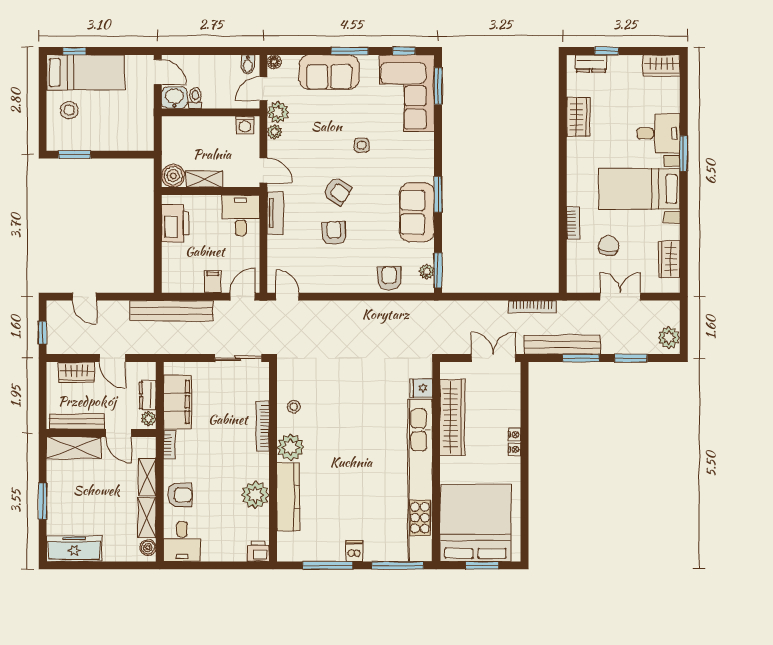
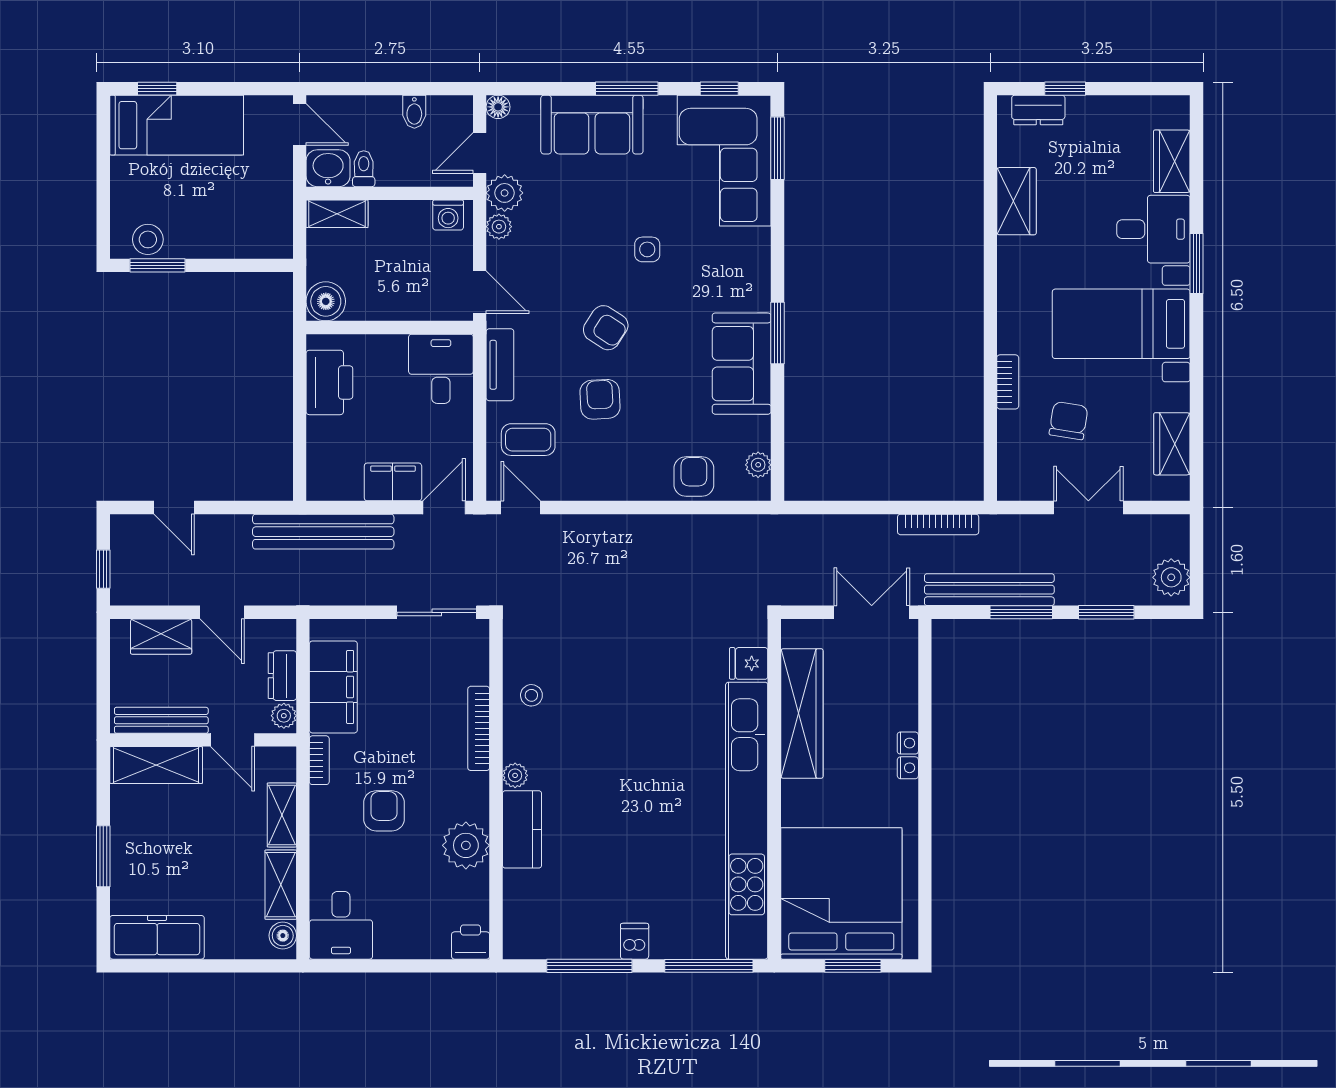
bidet: (248, 65) -> (414, 112), moved
wardrobe: (661, 65) -> (1172, 161), moved, turned 90
stool: (69, 110) -> (148, 239), moved
shelving: (204, 179) -> (337, 214), moved
coffee table: (292, 257) -> (528, 440), added
window: (438, 270) -> (778, 463), removed
filing cabinet: (213, 282) -> (393, 482), width x2.00
plant: (291, 447) -> (515, 775), width x0.53, depth x0.53
armchair: (180, 495) -> (384, 811), moved, turned -90
kitchen counter: (288, 497) -> (522, 829), width x0.67

